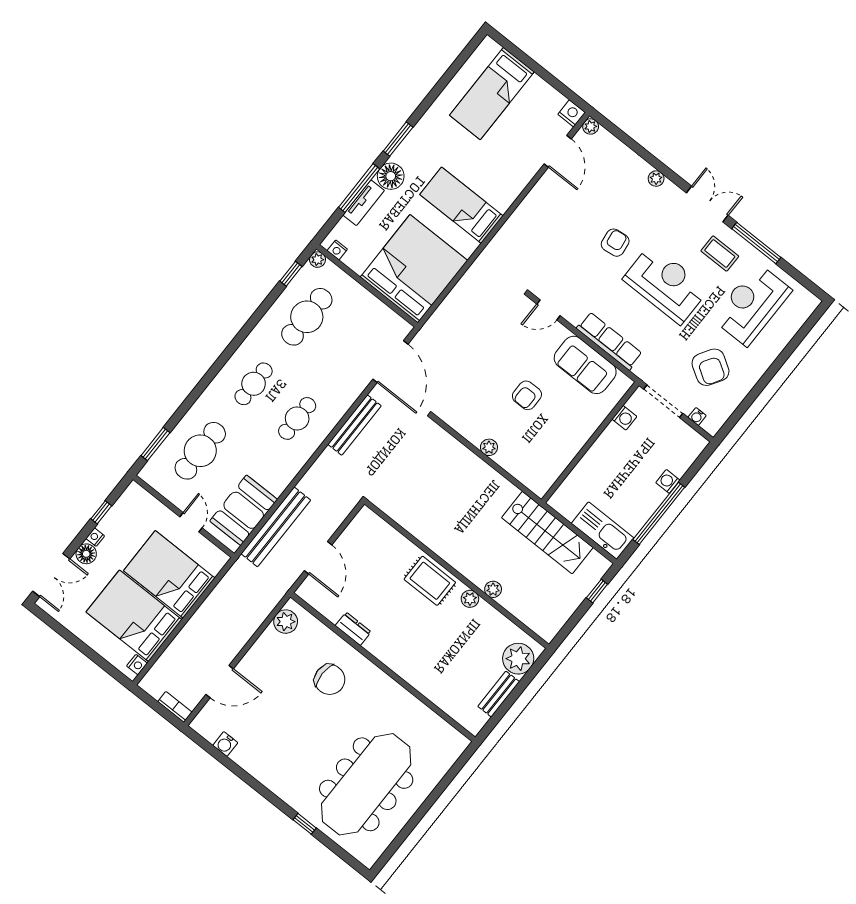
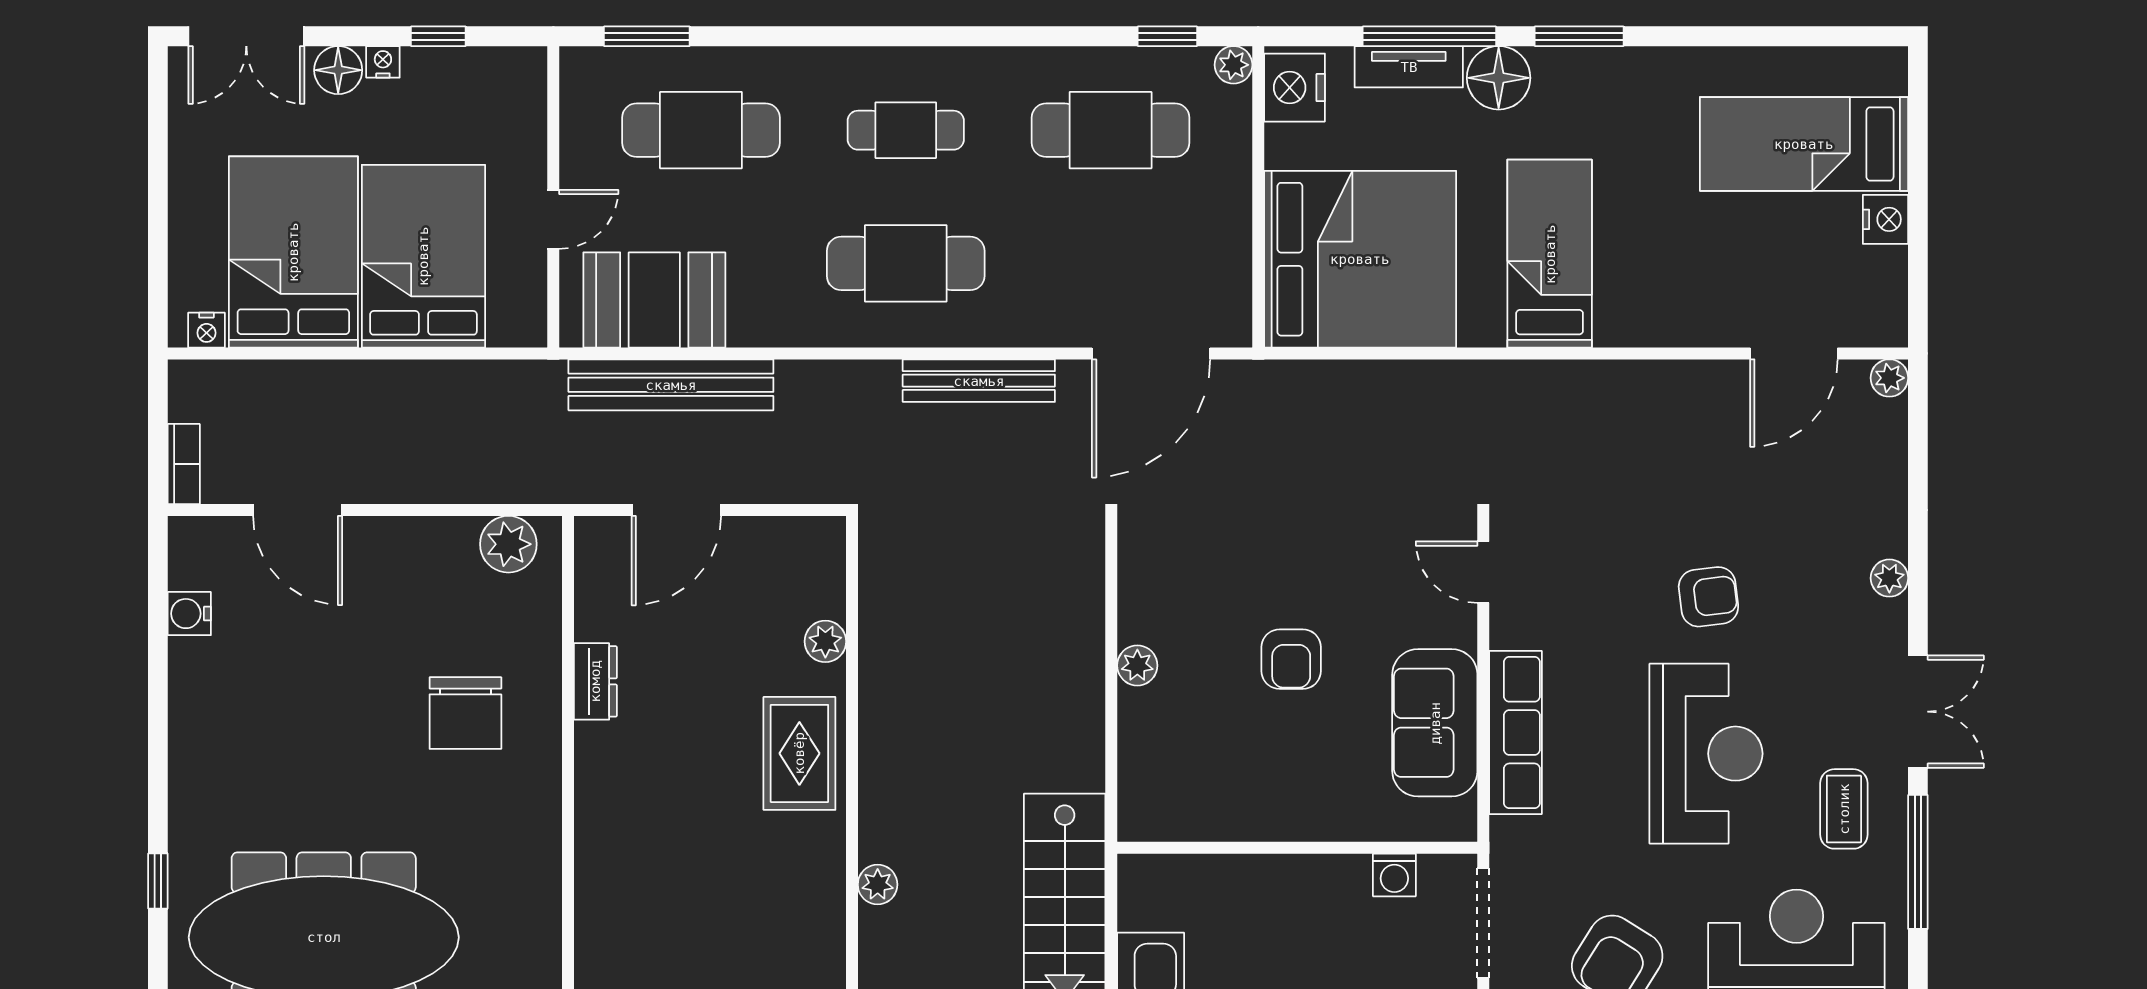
nightstand: (572, 113) -> (1885, 219), moved
nightstand: (337, 250) -> (1294, 88), width x1.89, depth x1.79
armchair: (527, 395) -> (1291, 659), turned -90
cafe table: (297, 418) -> (906, 263), width x1.37, depth x1.35
plant: (470, 599) -> (825, 641), moved

